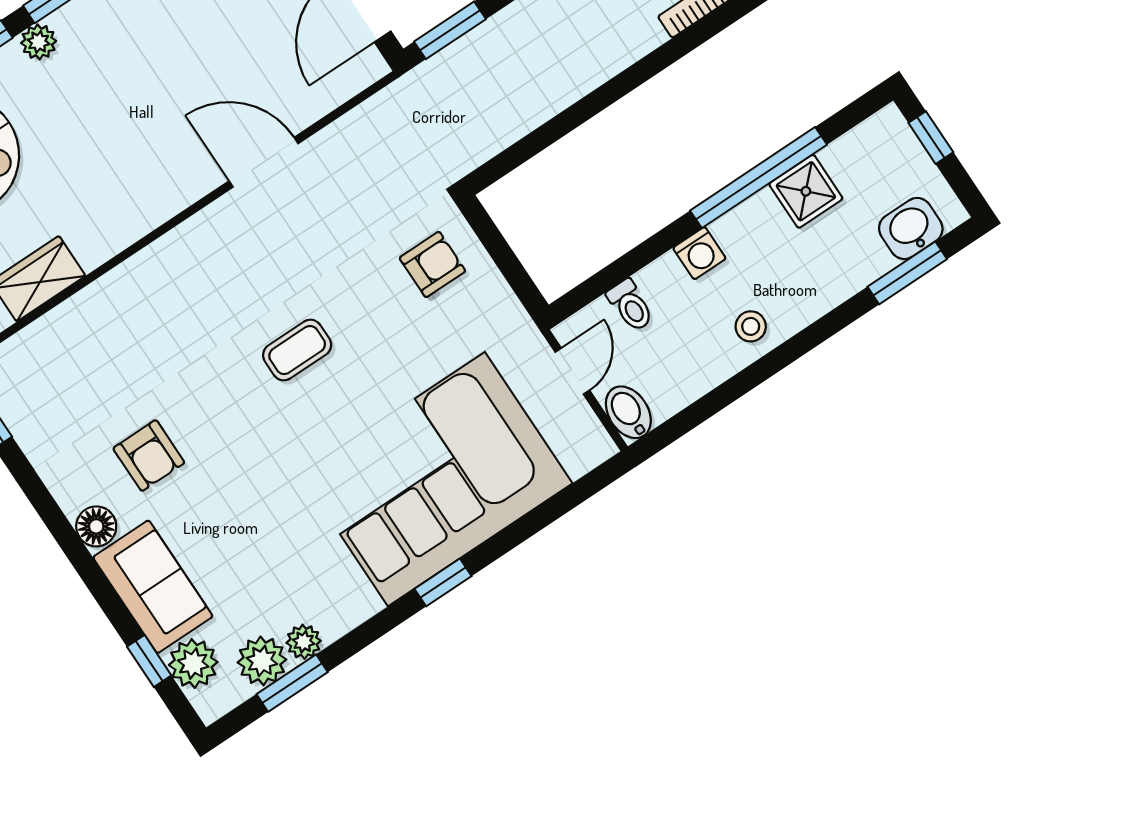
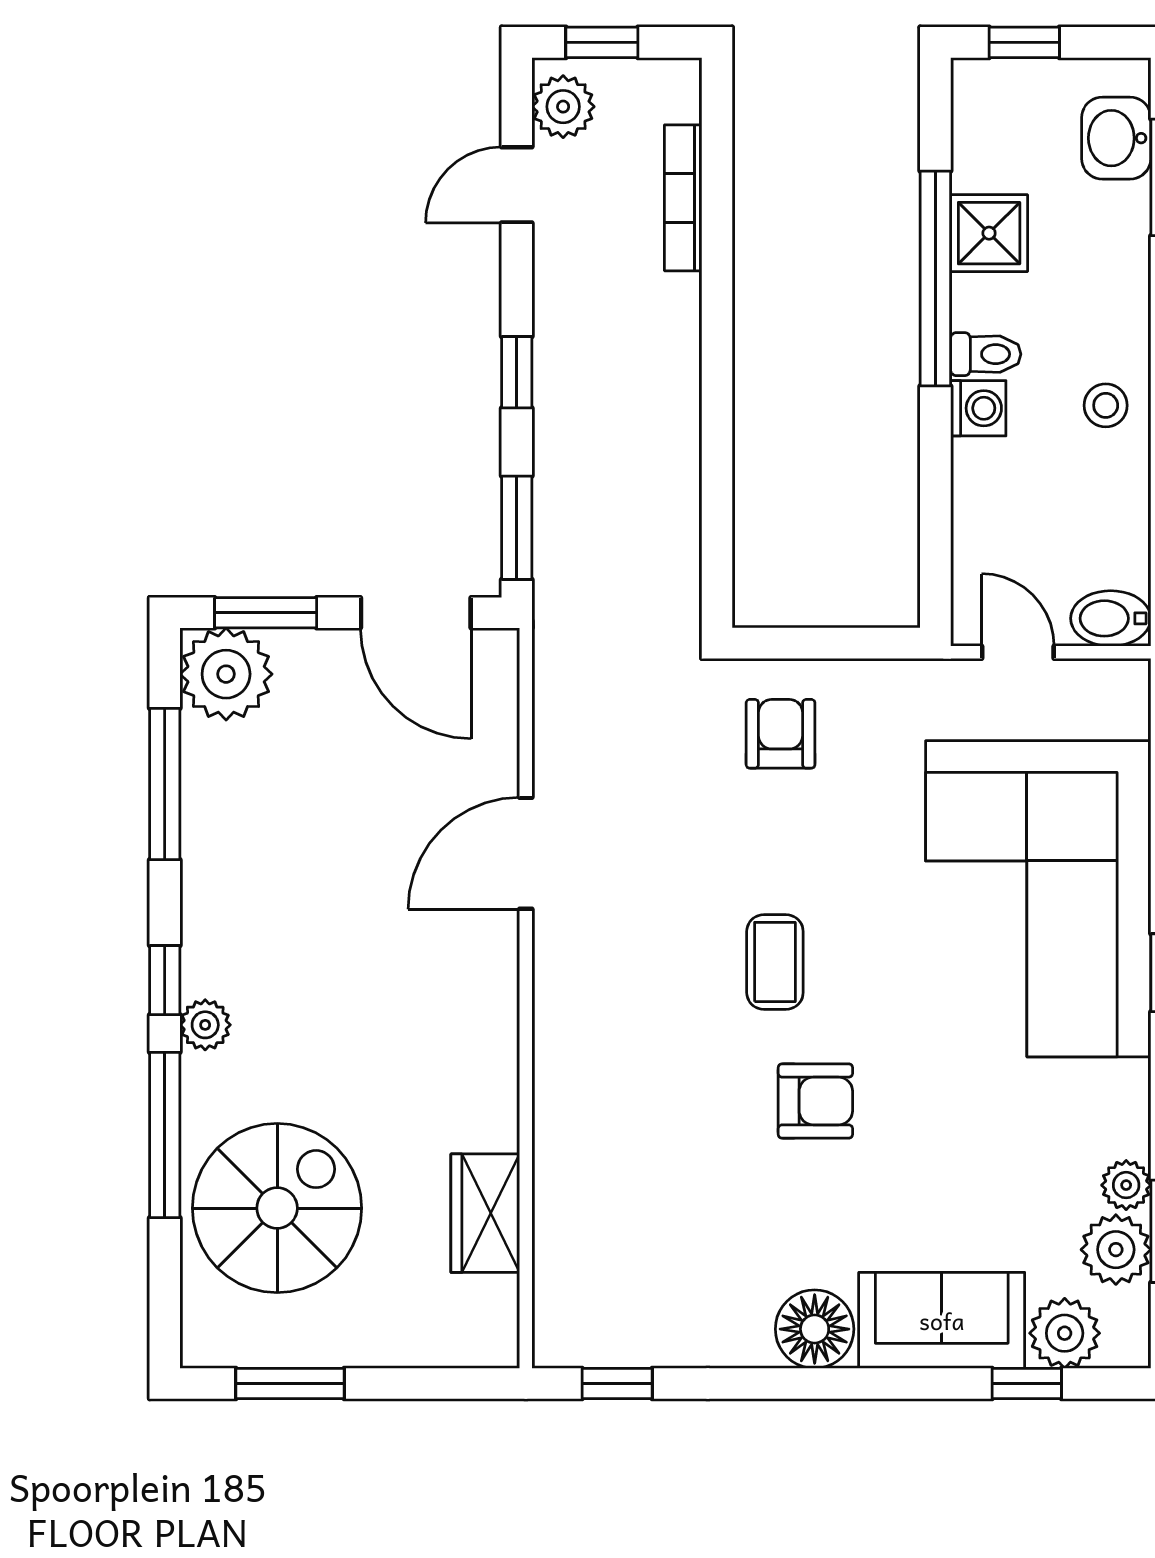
toilet: (630, 305) -> (986, 354), moved
armchair: (149, 455) -> (815, 1101), moved
floor lamp: (96, 526) -> (815, 1329), width x1.38, depth x1.38

